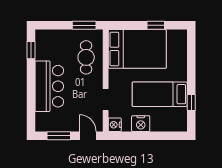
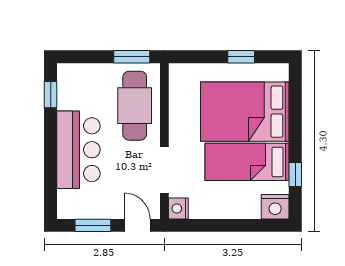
bed: (137, 49) -> (245, 112), moved, turned 180
cafe table: (86, 57) -> (135, 106), width x1.37, depth x1.35
doorway: (106, 100) -> (164, 170), width x1.38
nightstand: (141, 124) -> (275, 207), moved

